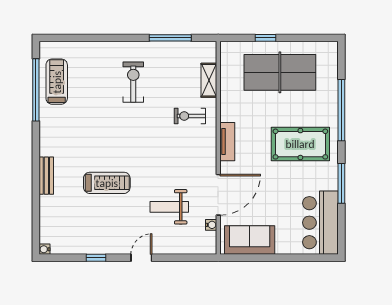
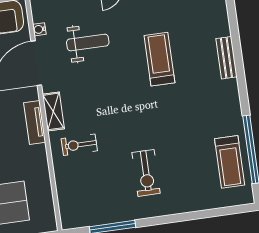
shelving: (209, 80) -> (53, 111), moved
exercise bike: (190, 116) -> (79, 145), turned 180
treadmill: (107, 183) -> (159, 59), turned 90

